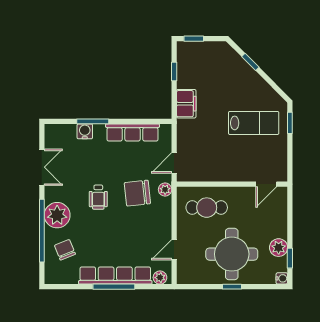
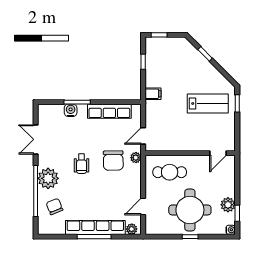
filing cabinet: (186, 104) -> (153, 94), width x0.50
double door: (42, 167) -> (36, 139), swing flipped
chair: (137, 193) -> (113, 160), turned -85

